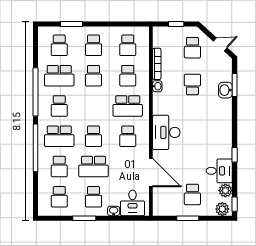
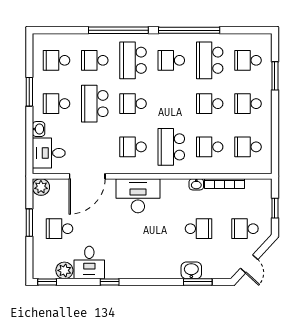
plant: (222, 209) -> (41, 187), moved

